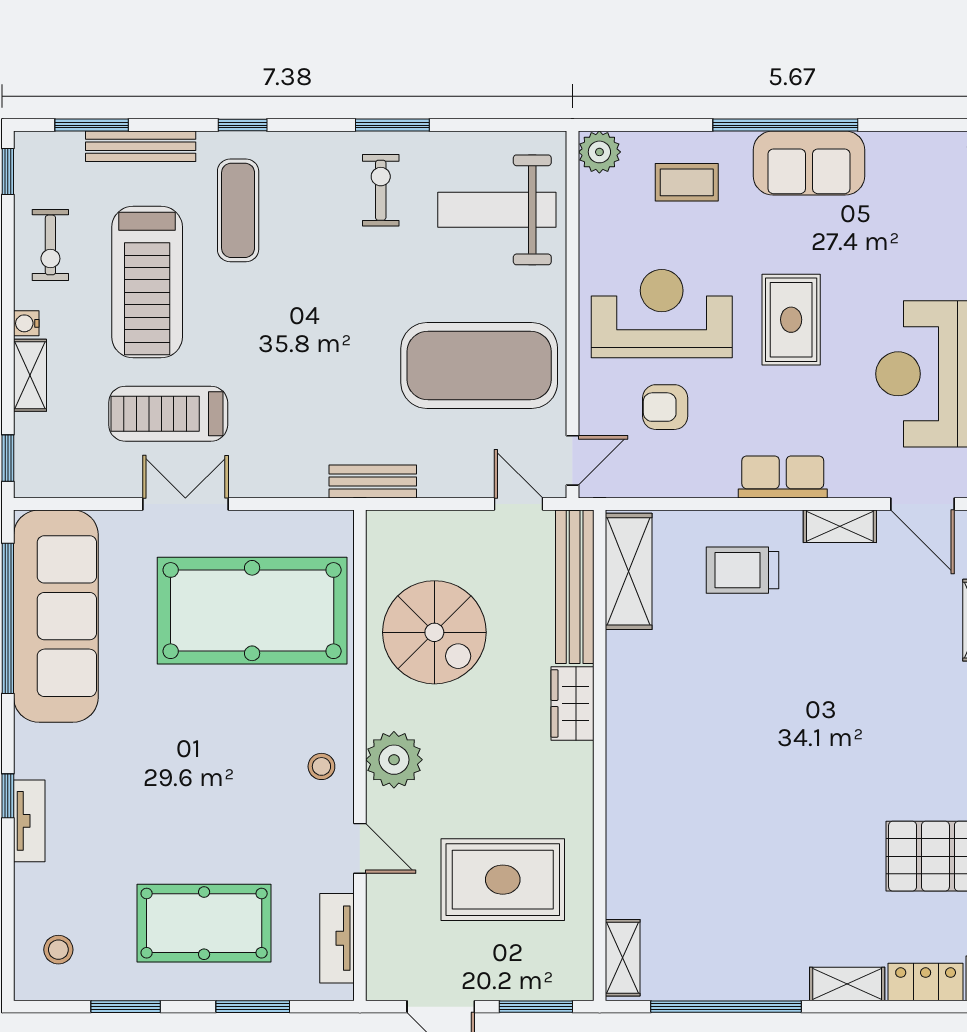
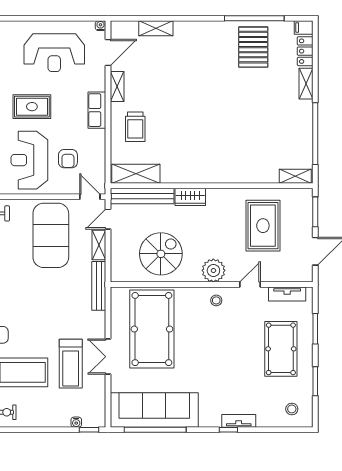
water cooler: (26, 323) -> (76, 422), moved
shelving: (30, 375) -> (99, 245), moved, turned 90
bench: (373, 482) -> (99, 286), width x1.36

